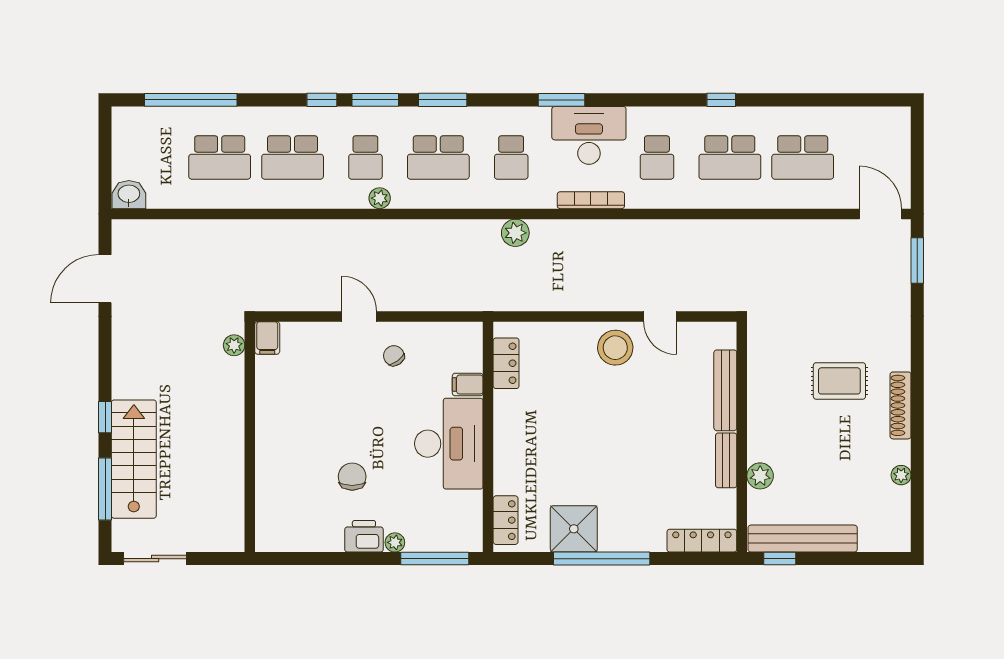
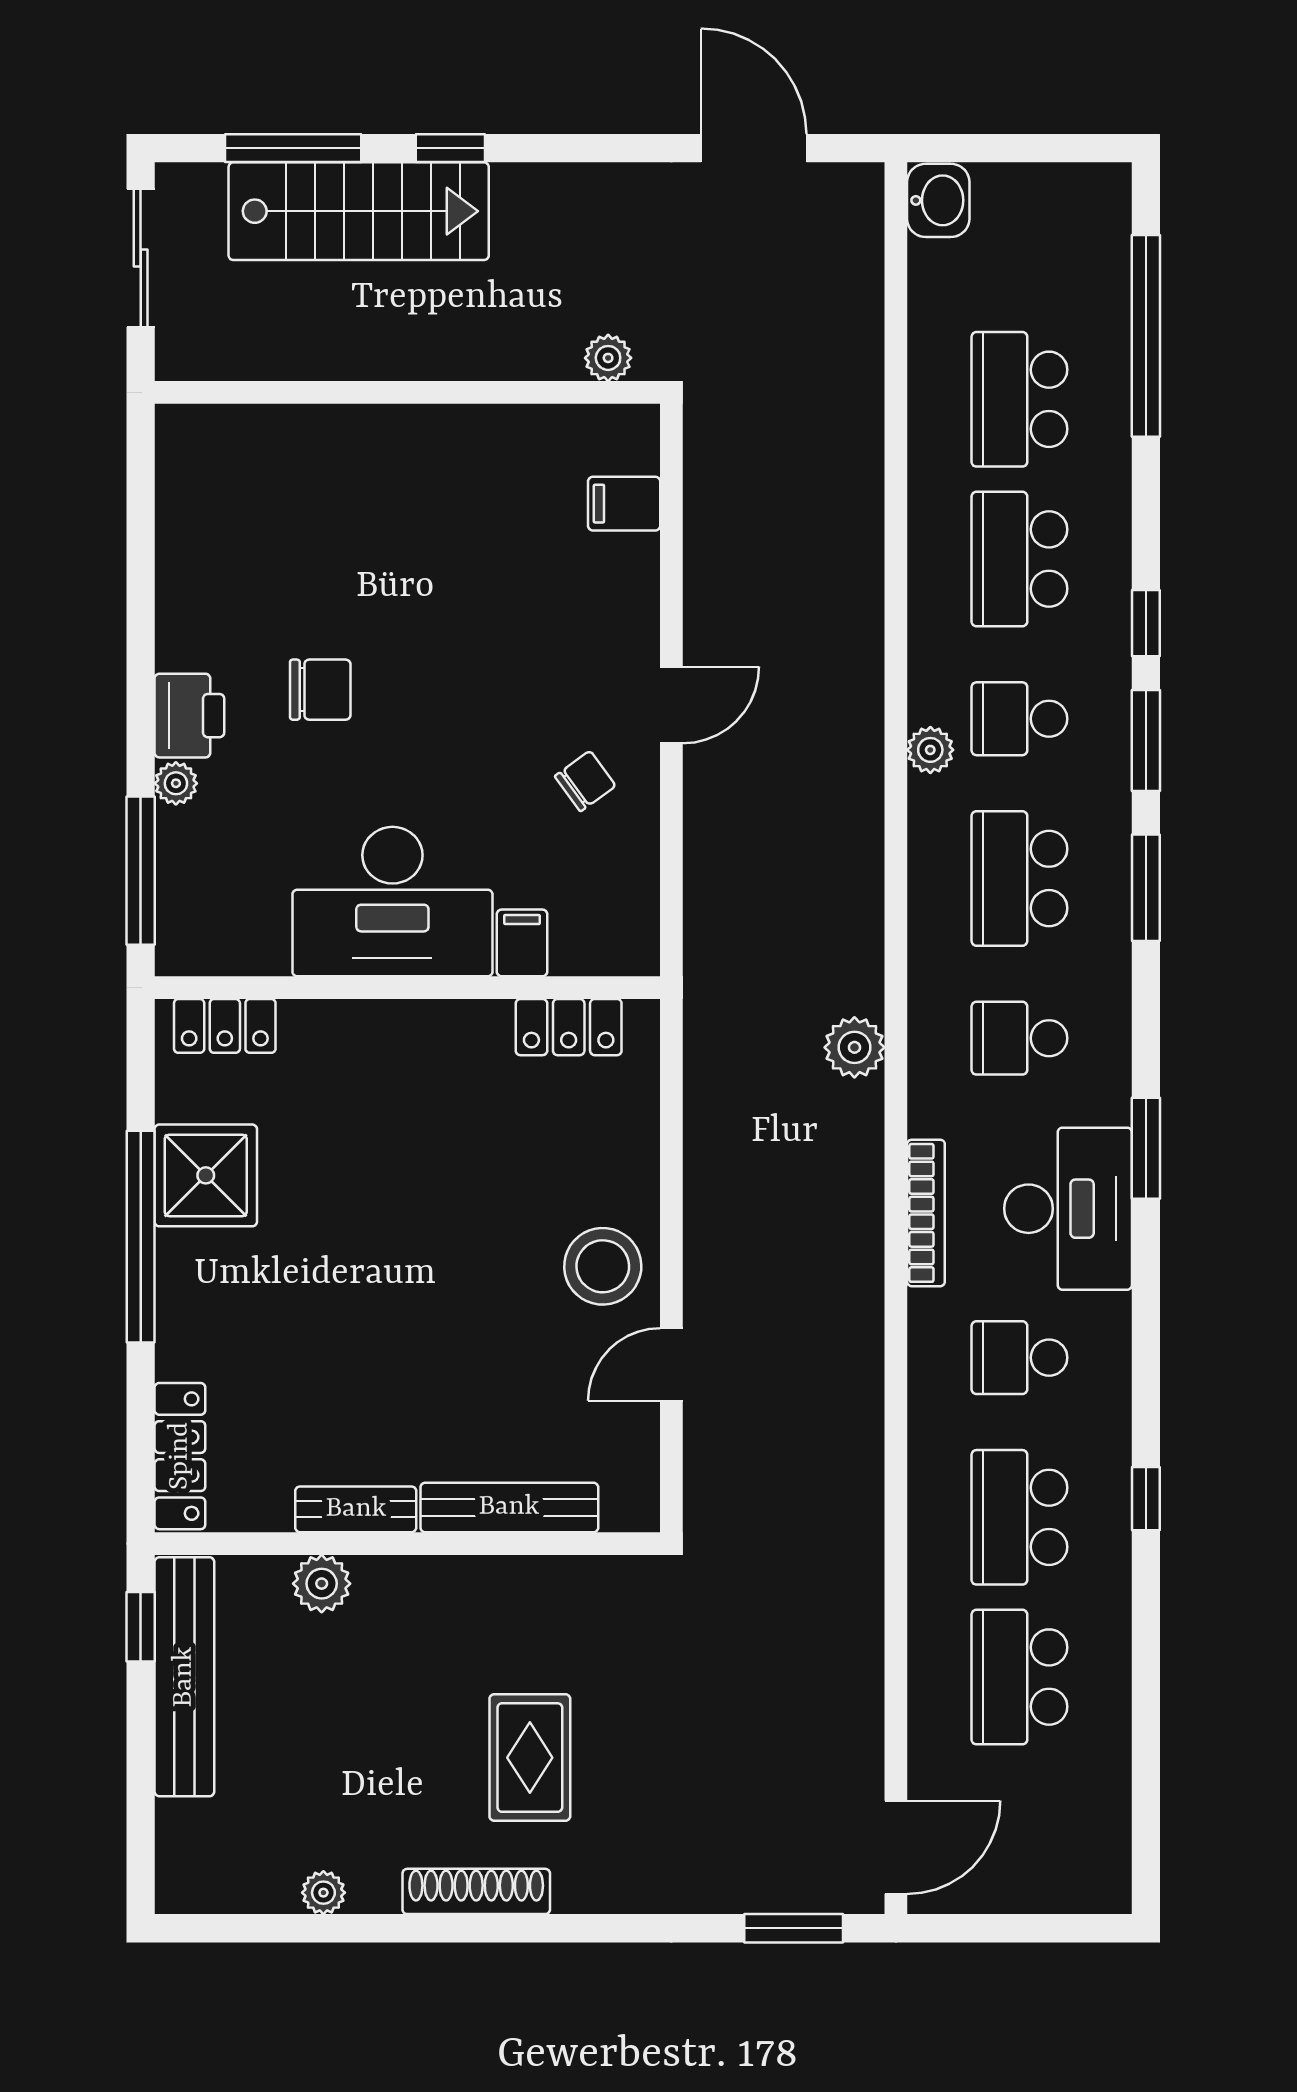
plant: (234, 345) -> (608, 358), moved
wall: (250, 437) -> (407, 392), moved

